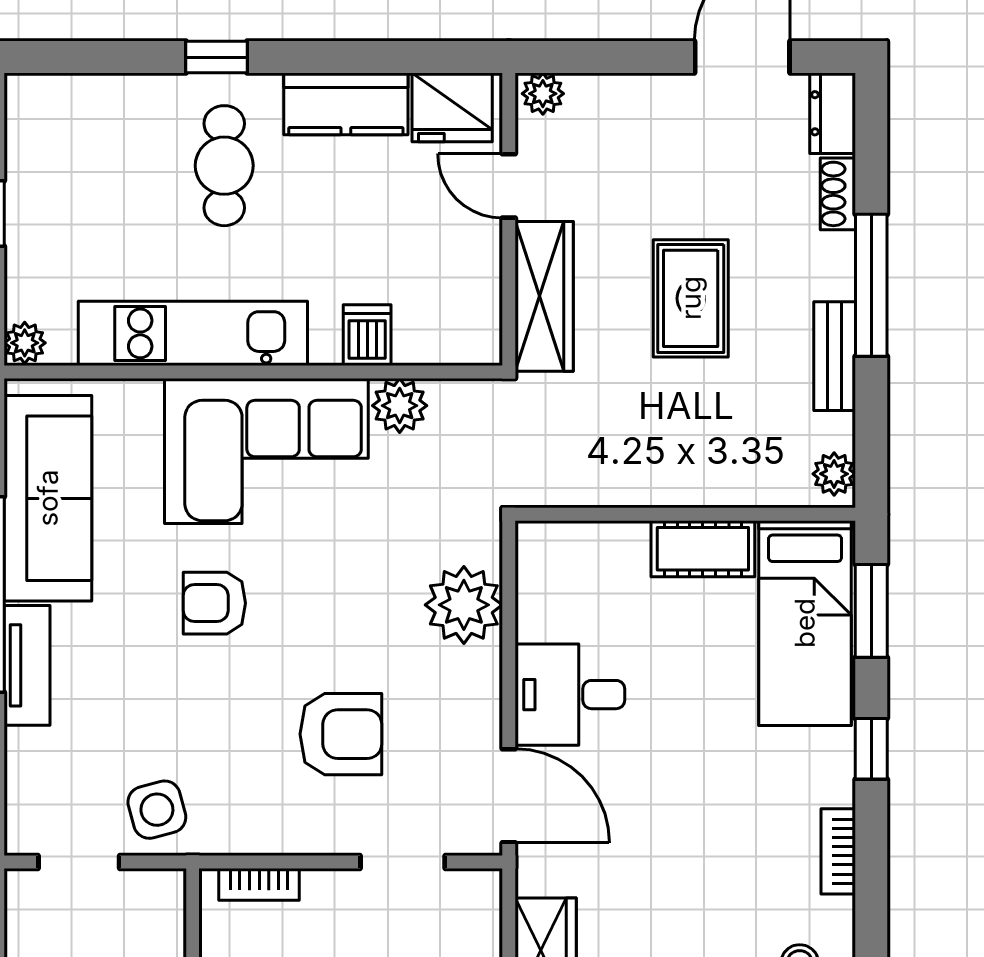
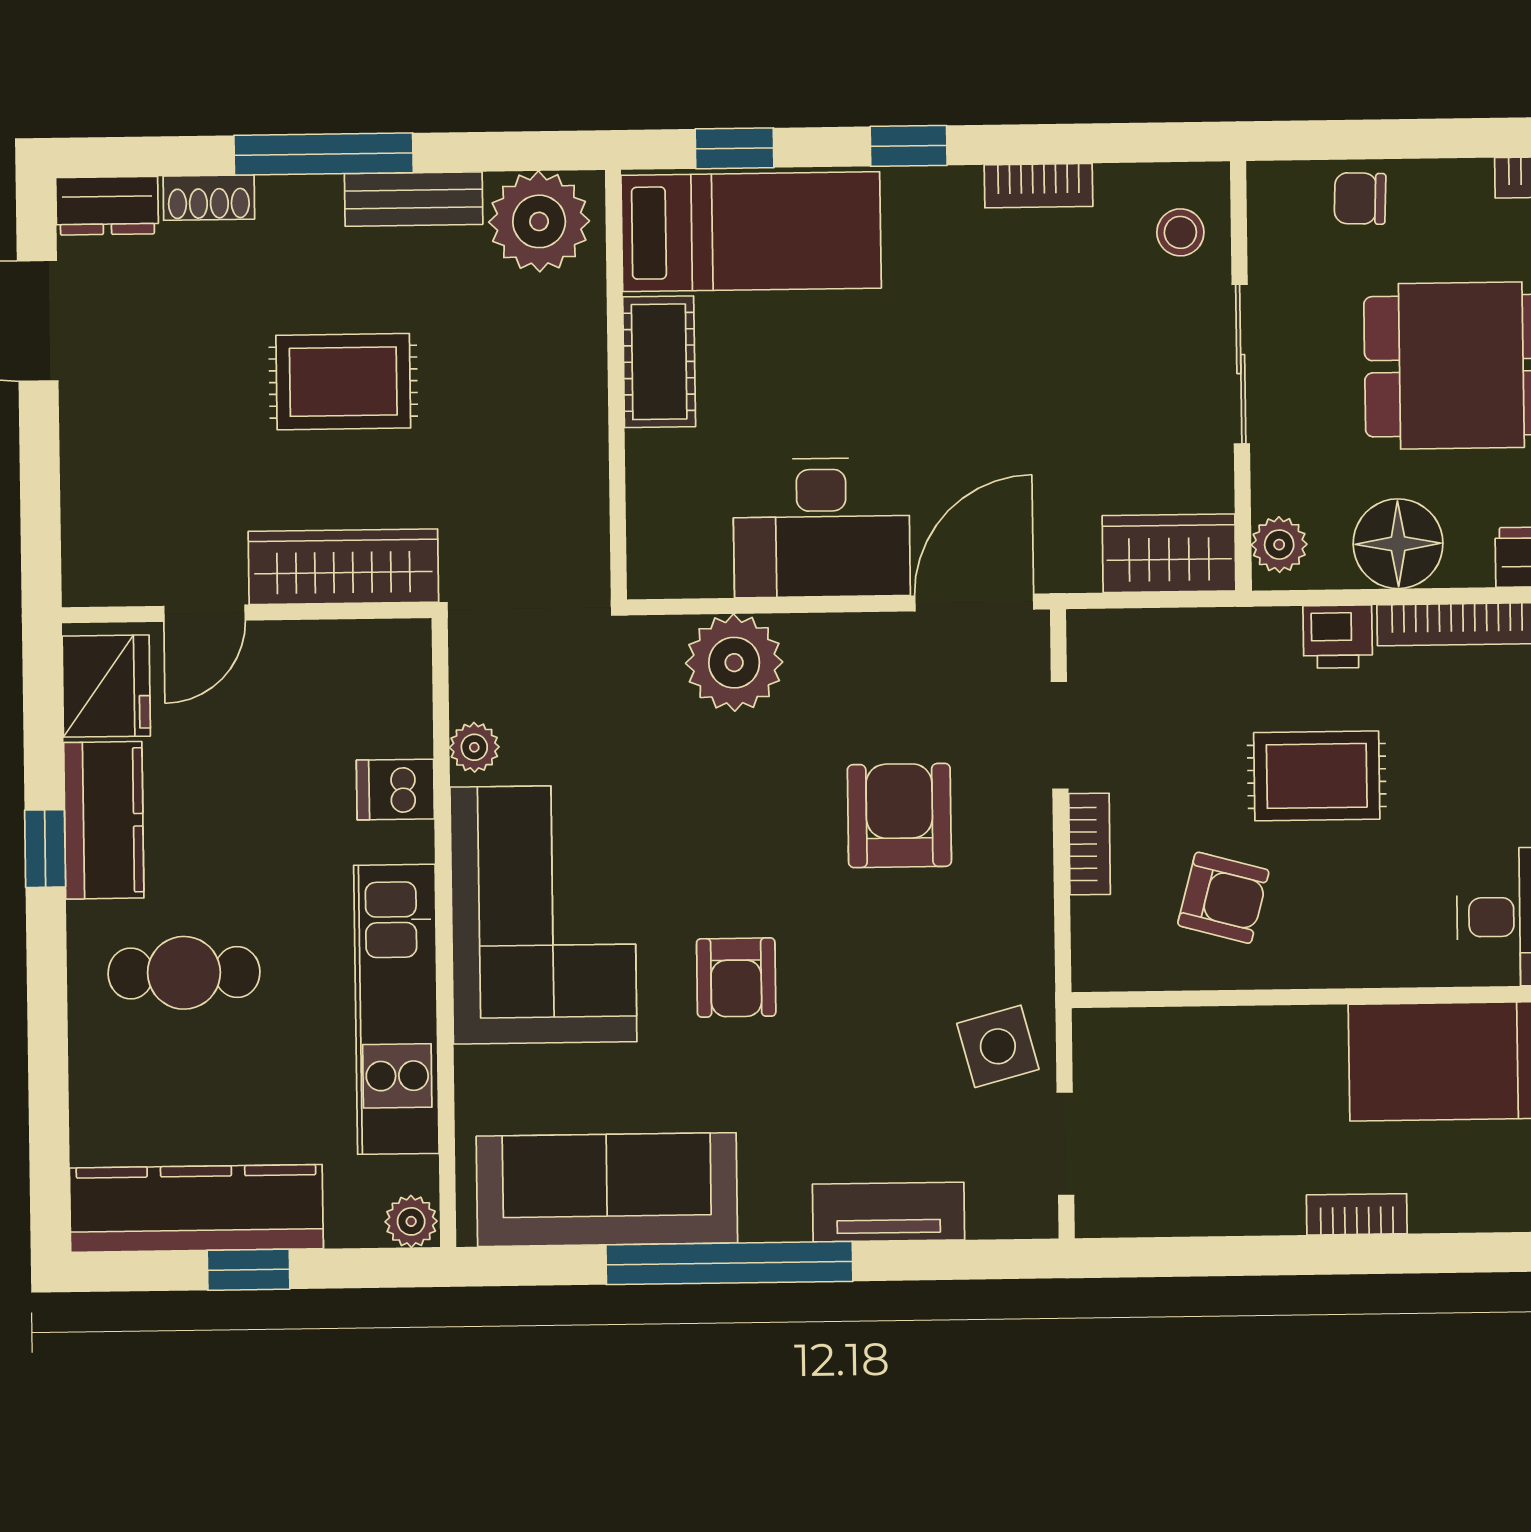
window: (217, 57) -> (45, 849), moved
plant: (543, 94) -> (87, 572), removed
kitchen counter: (37, 173) -> (196, 1208), added
plant: (400, 406) -> (474, 747), width x0.73, depth x0.73
plant: (834, 474) -> (539, 221), width x1.87, depth x1.87
window: (871, 611) -> (735, 148), width x0.67
tv unit: (27, 665) -> (889, 1212), moved
desk: (570, 695) -> (822, 528), width x1.37
bookcase: (259, 884) -> (1089, 844), moved

